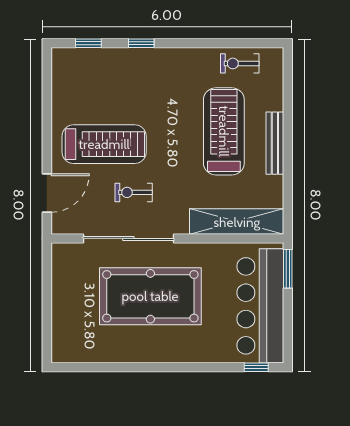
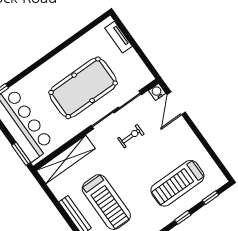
treadmill: (104, 144) -> (177, 183), moved
water cooler: (61, 225) -> (157, 92), added
tv unit: (60, 328) -> (119, 37), added

